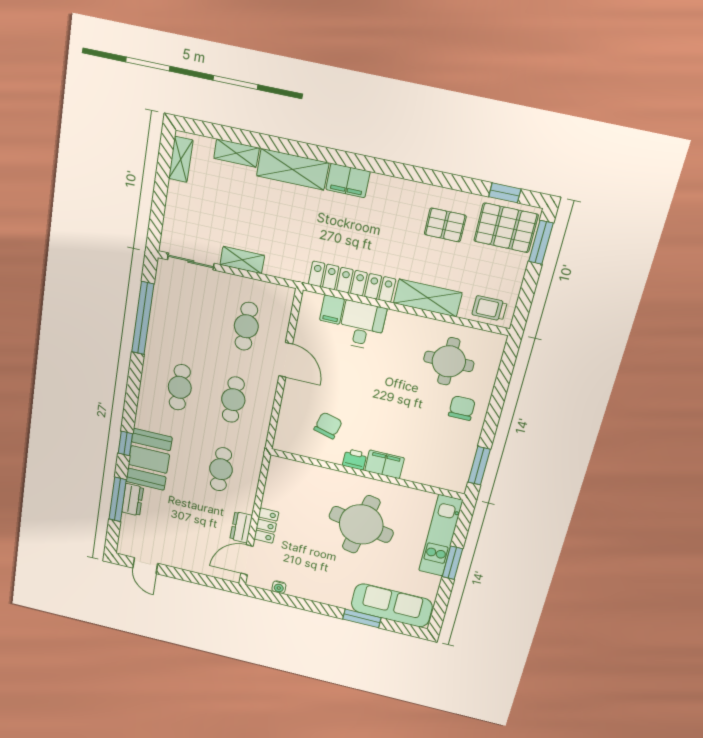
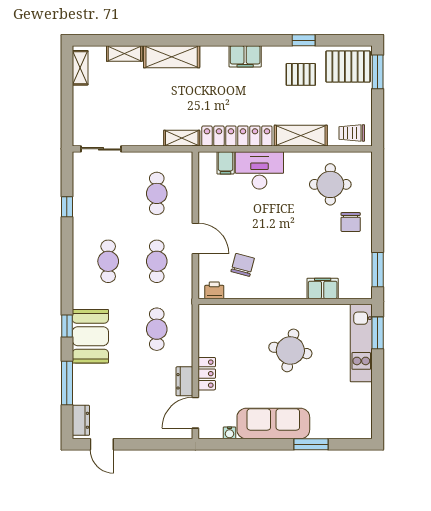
filing cabinet: (348, 181) -> (245, 56), moved
window: (505, 193) -> (304, 40), moved
shelving: (242, 260) -> (182, 138), moved
window: (143, 318) -> (67, 207), width x0.32
desk: (362, 325) -> (259, 170), width x1.37
door: (286, 360) -> (195, 238), moved
chair: (462, 408) -> (351, 222), turned 180
printer: (355, 459) -> (214, 290), moved
filing cabinet: (384, 464) -> (323, 288), moved
dresser: (133, 500) -> (81, 420), moved
round table: (361, 524) -> (290, 350), width x0.73, depth x0.73
window: (452, 563) -> (378, 333), moved
sofa: (392, 605) -> (273, 423), moved

